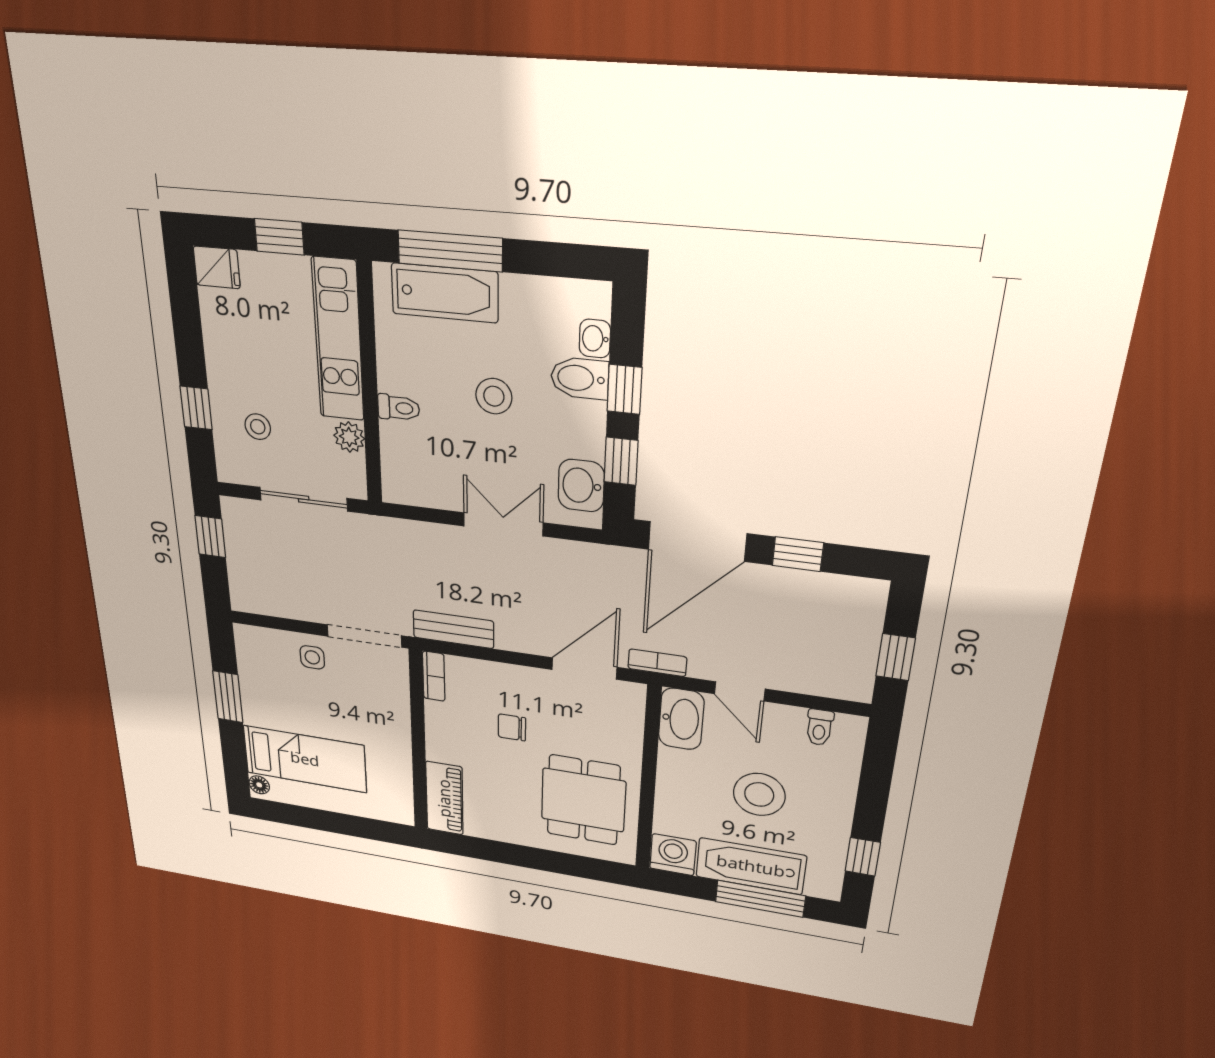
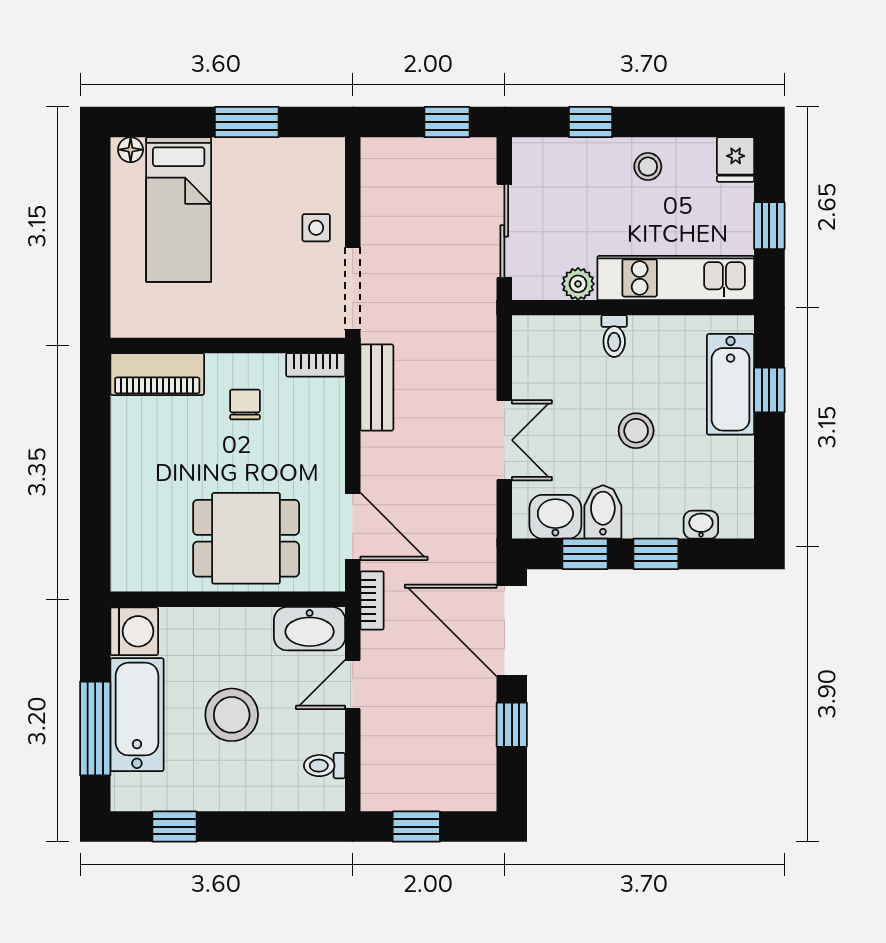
window: (450, 251) -> (769, 390), width x0.46
bidet: (580, 378) -> (603, 512), moved
stool: (258, 427) -> (648, 167), moved
chair: (512, 727) -> (245, 405), moved
dining table: (583, 800) -> (246, 538), moved

